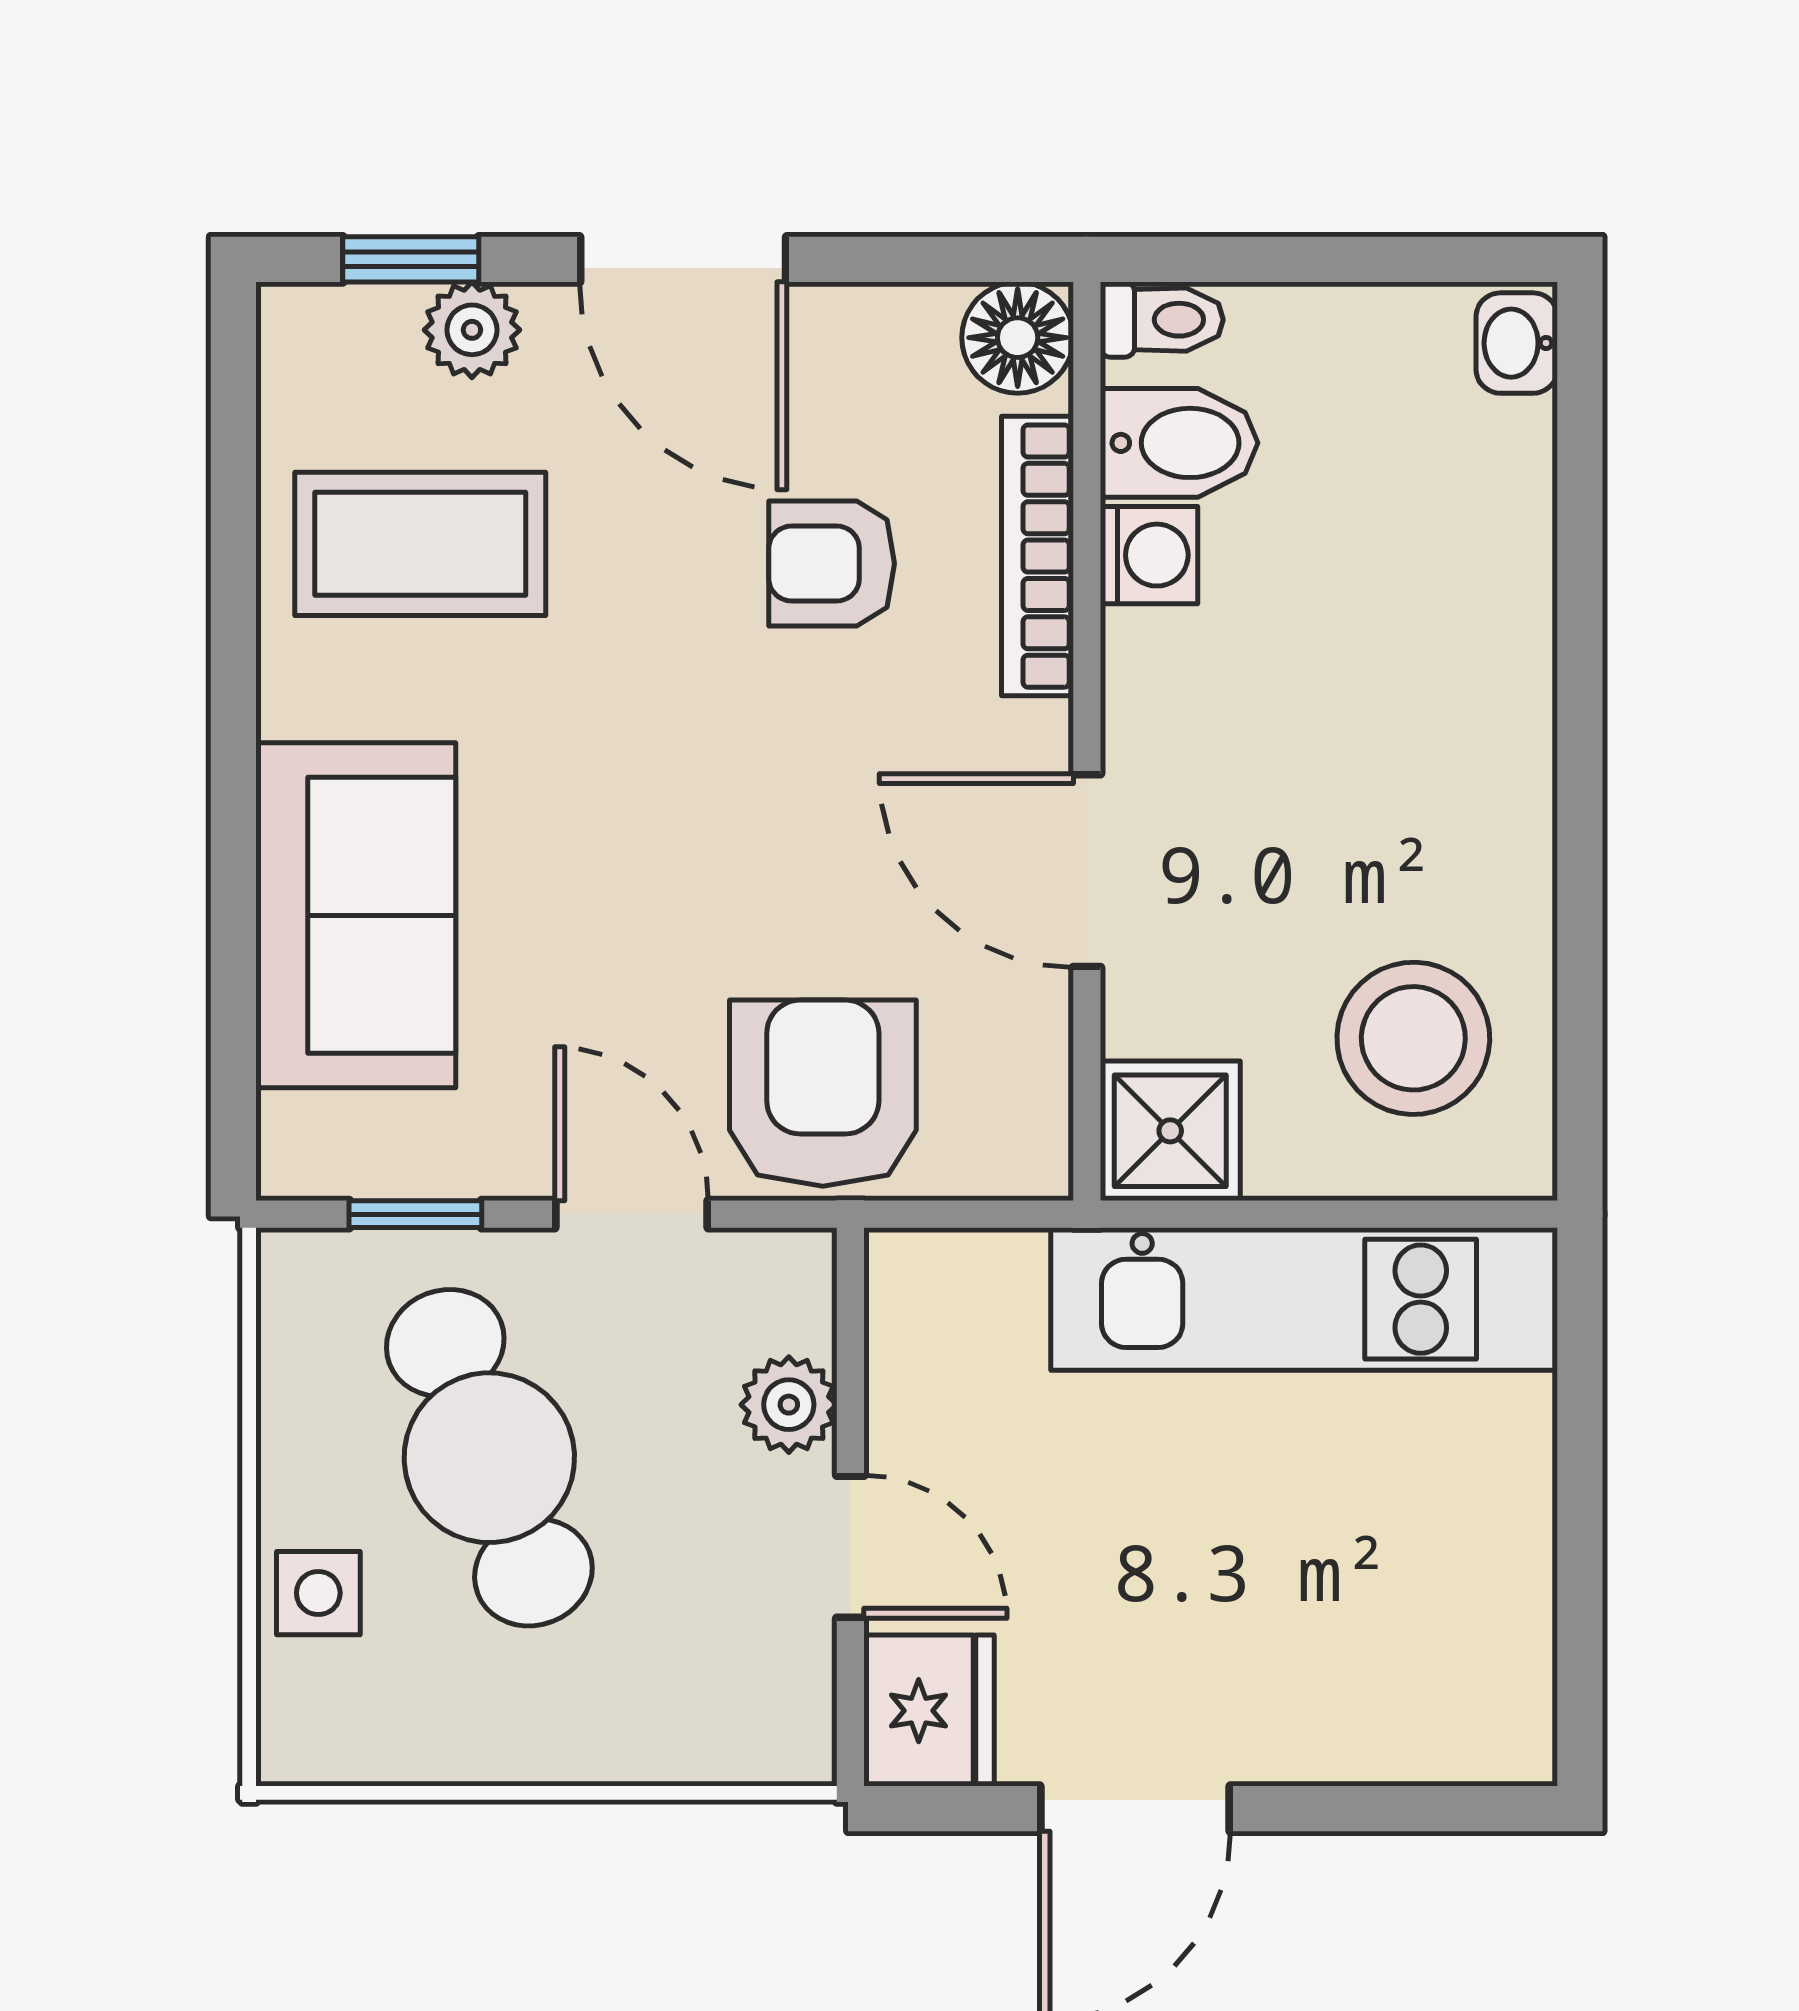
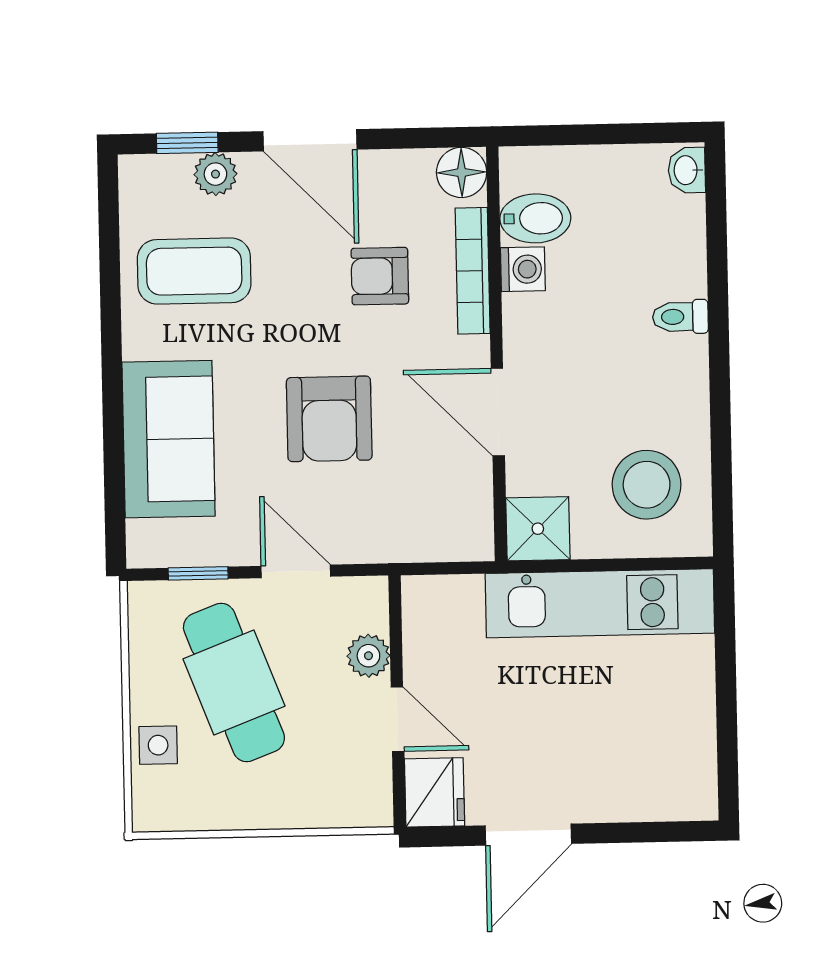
toilet: (1162, 320) -> (680, 317), moved, turned 180
armchair: (823, 1093) -> (329, 419), moved, turned 180

